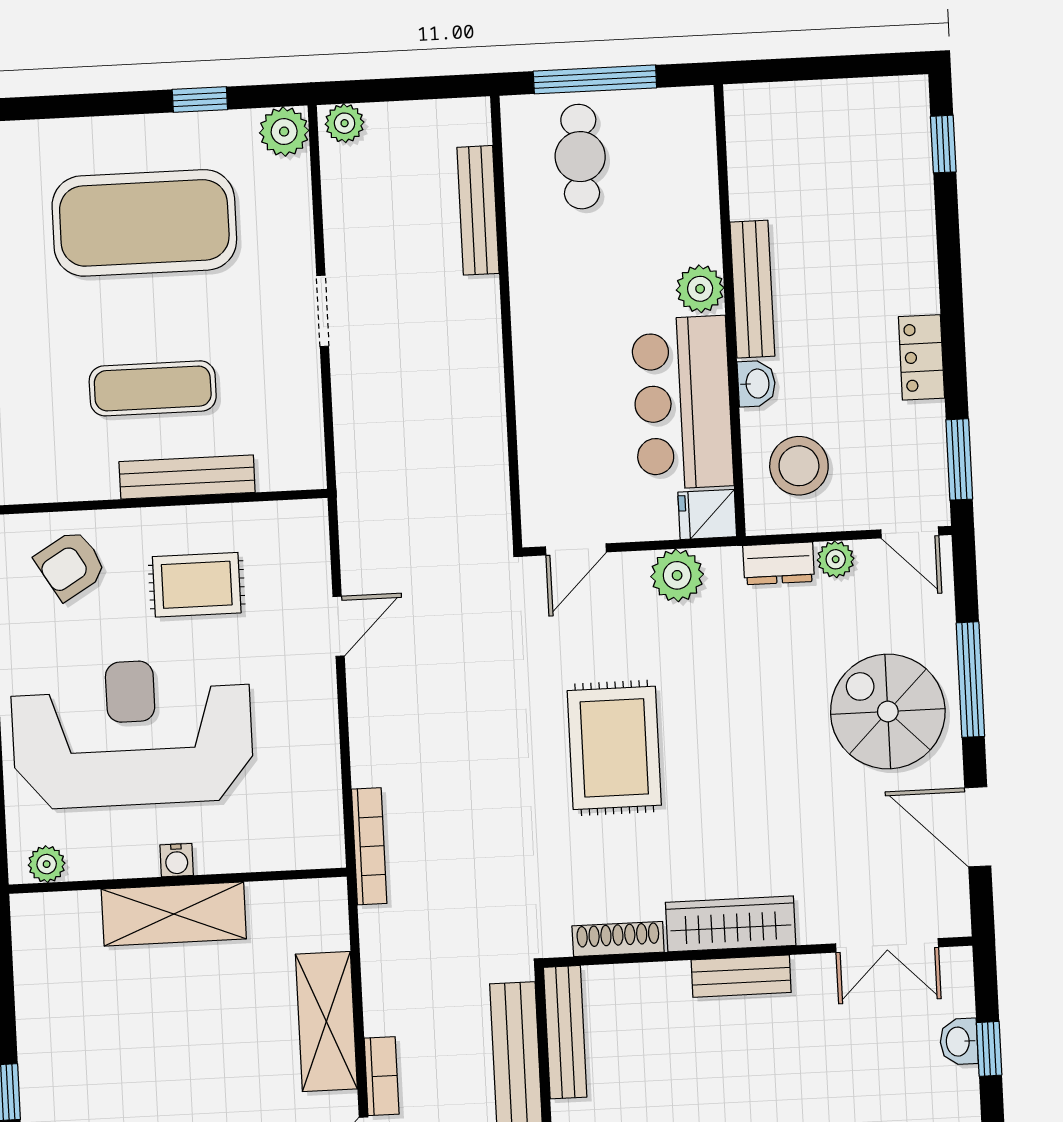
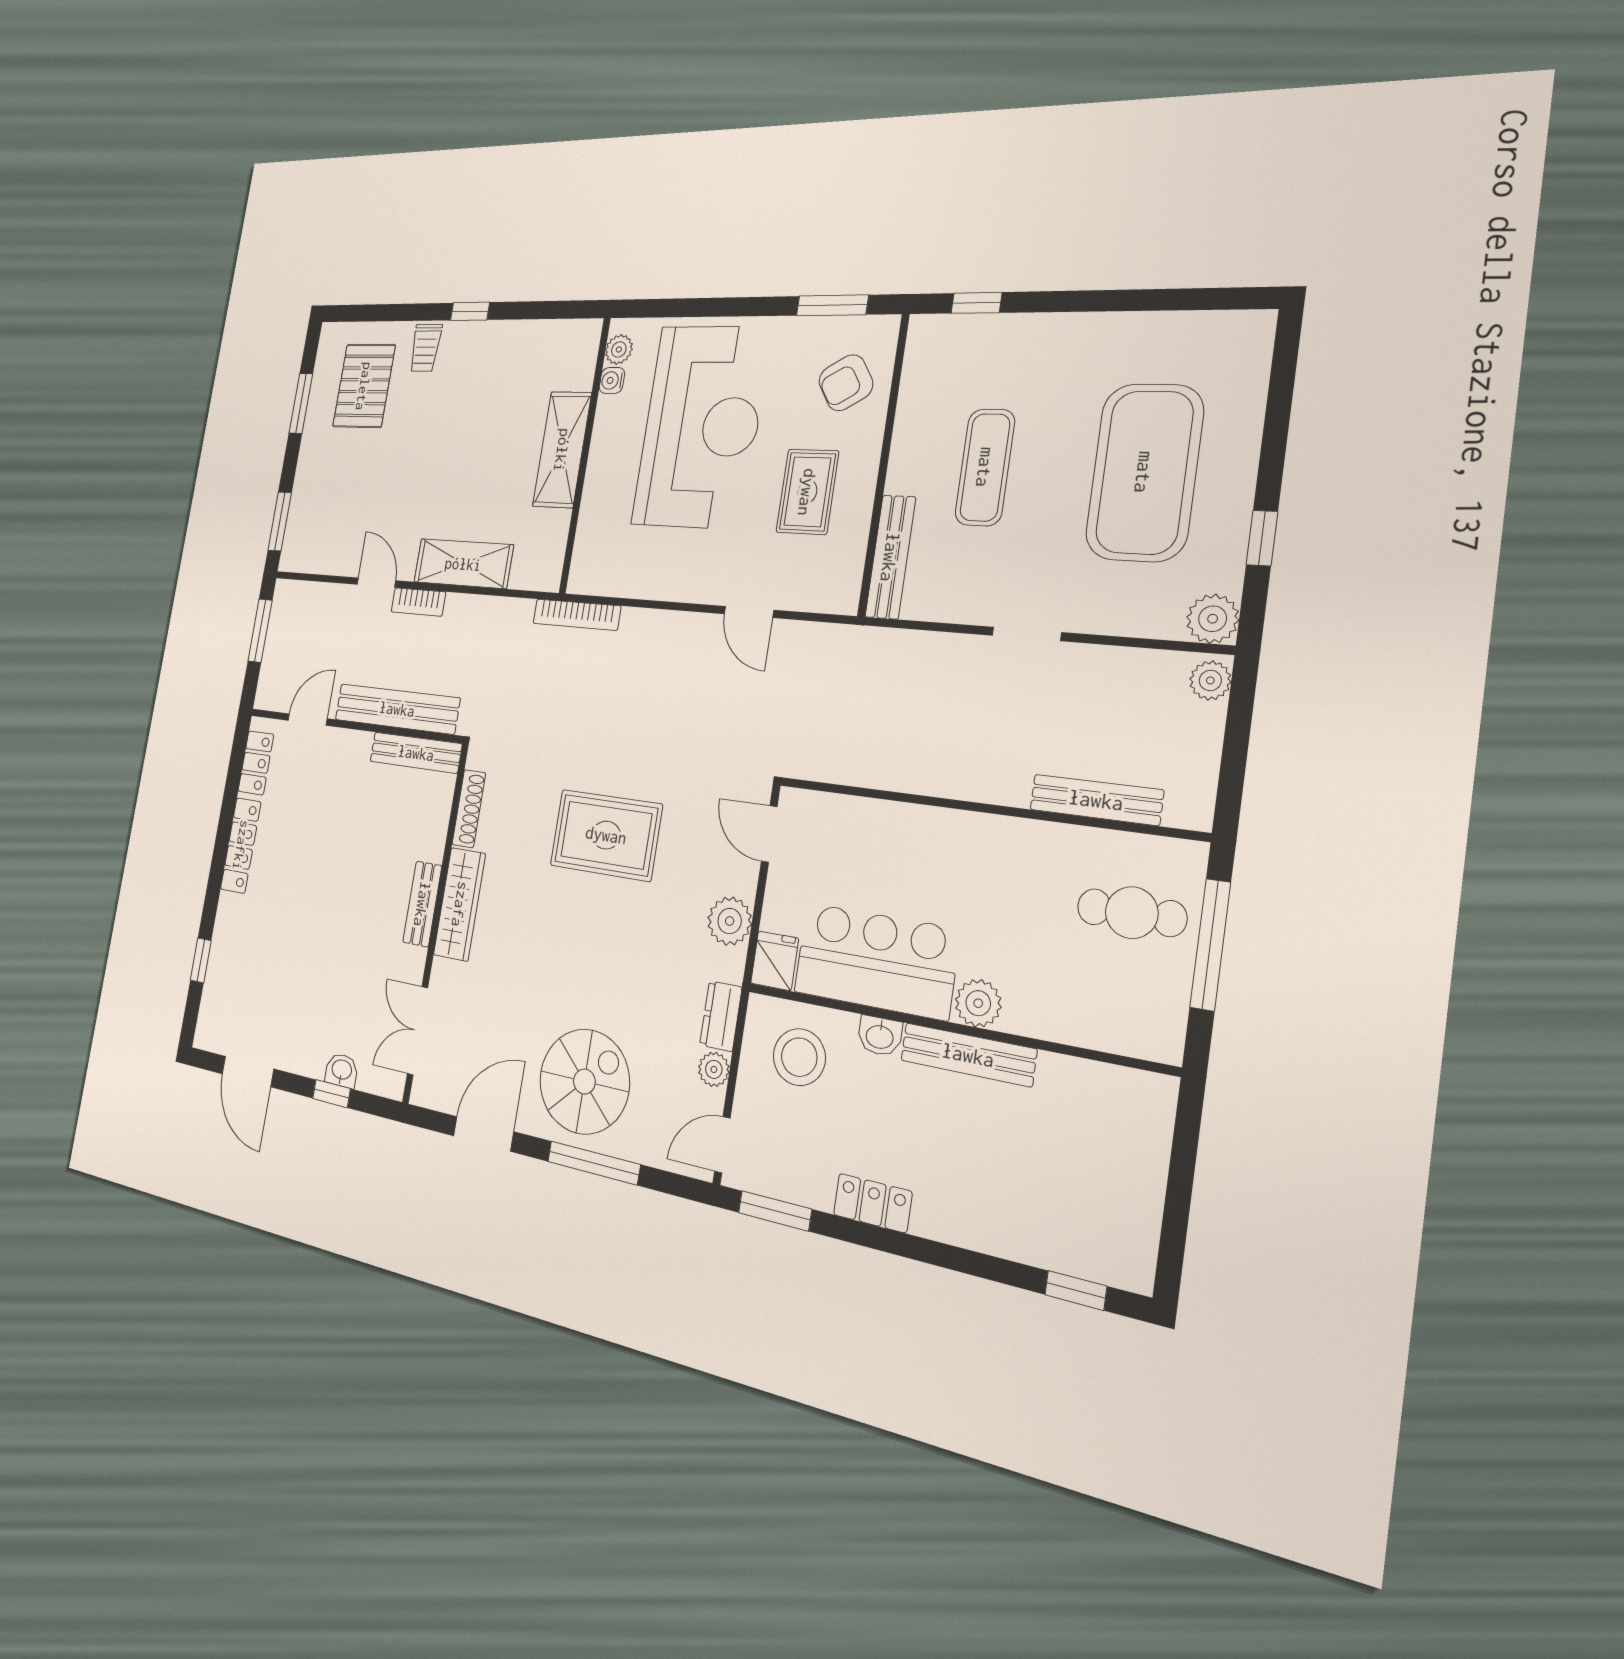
bench: (187, 477) -> (890, 557), moved
armchair: (71, 565) -> (846, 383), turned -91
water cooler: (177, 860) -> (612, 380), moved

